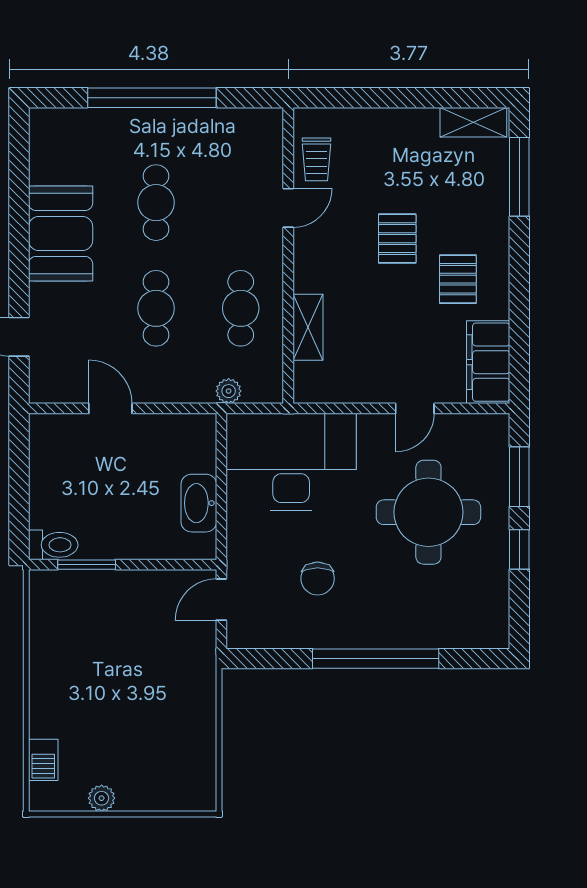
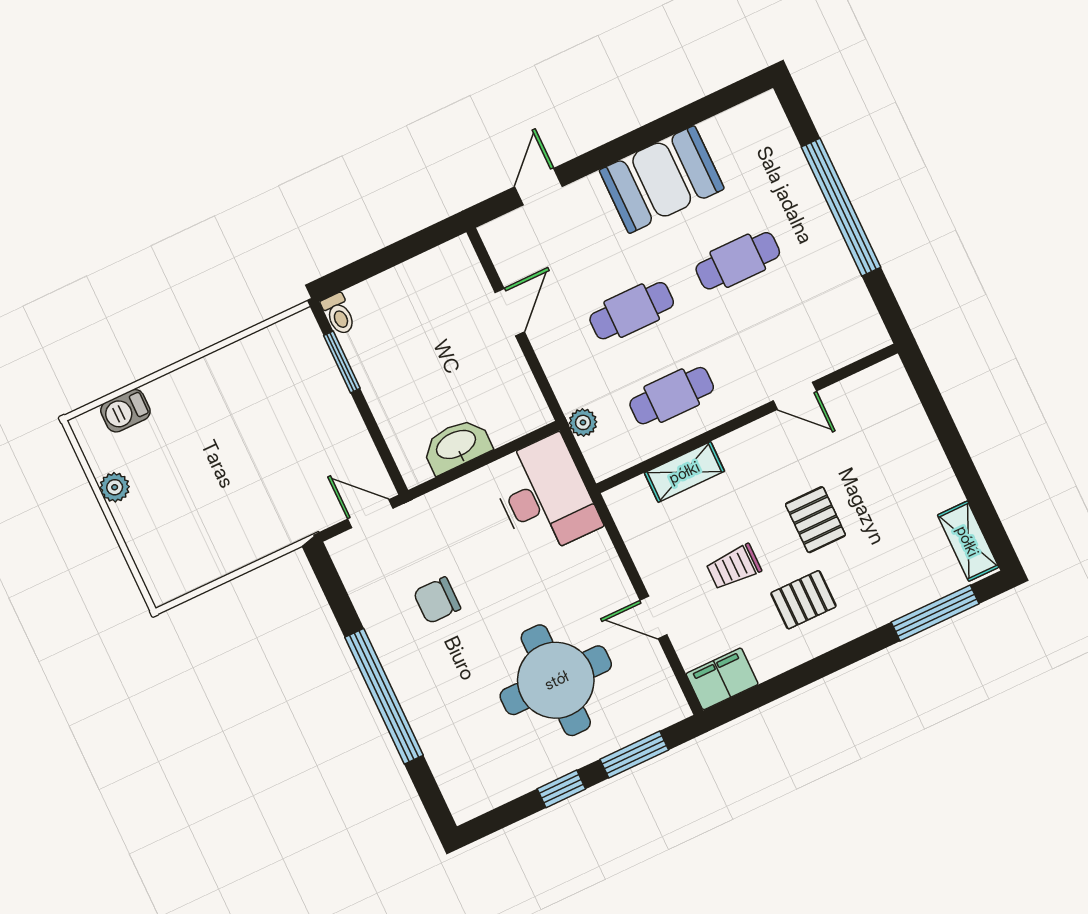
trolley: (317, 159) -> (734, 567), moved
pallet: (397, 239) -> (815, 520), turned 90
filing cabinet: (488, 362) -> (722, 679), width x0.67, depth x0.86
desk: (291, 462) -> (545, 496), width x0.73, depth x0.77
toilet: (53, 545) -> (339, 314), width x0.73, depth x0.72

